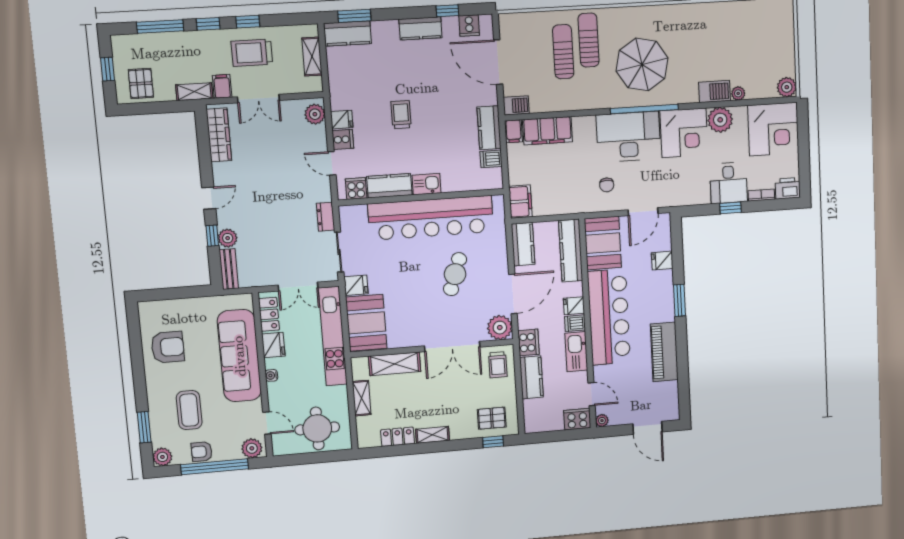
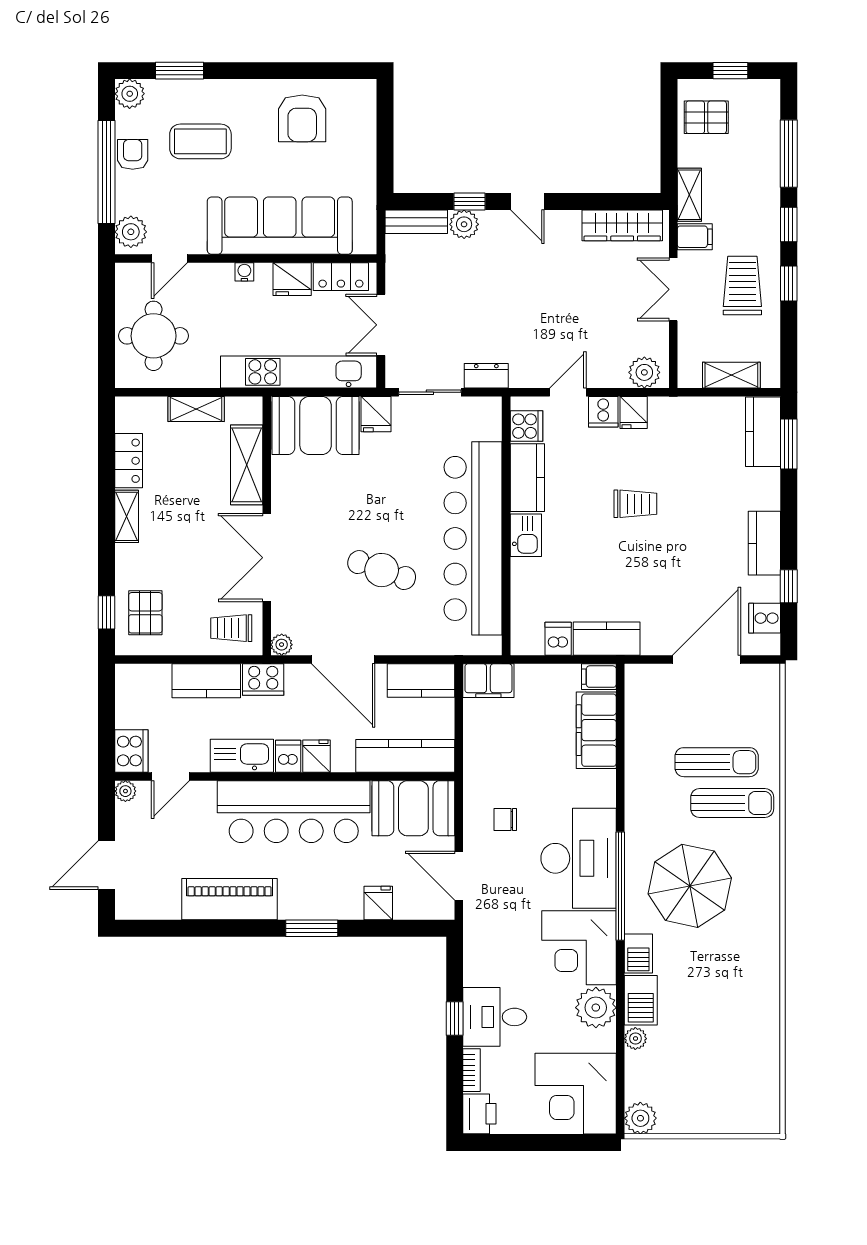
barbecue: (516, 105) -> (638, 953), moved
plant: (500, 328) -> (282, 645), width x0.53, depth x0.53

